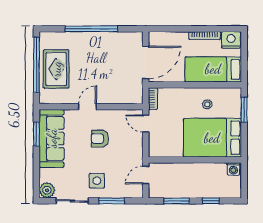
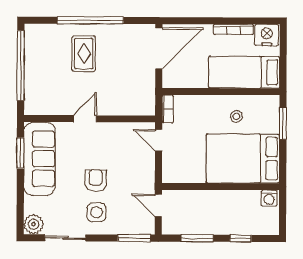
door: (146, 62) -> (159, 48), moved
rug: (56, 69) -> (84, 54), moved, width x0.73, depth x0.70
armchair: (100, 139) -> (96, 180), moved, turned 90
door: (146, 175) -> (158, 205), hinge flipped
window: (112, 201) -> (134, 238), moved

